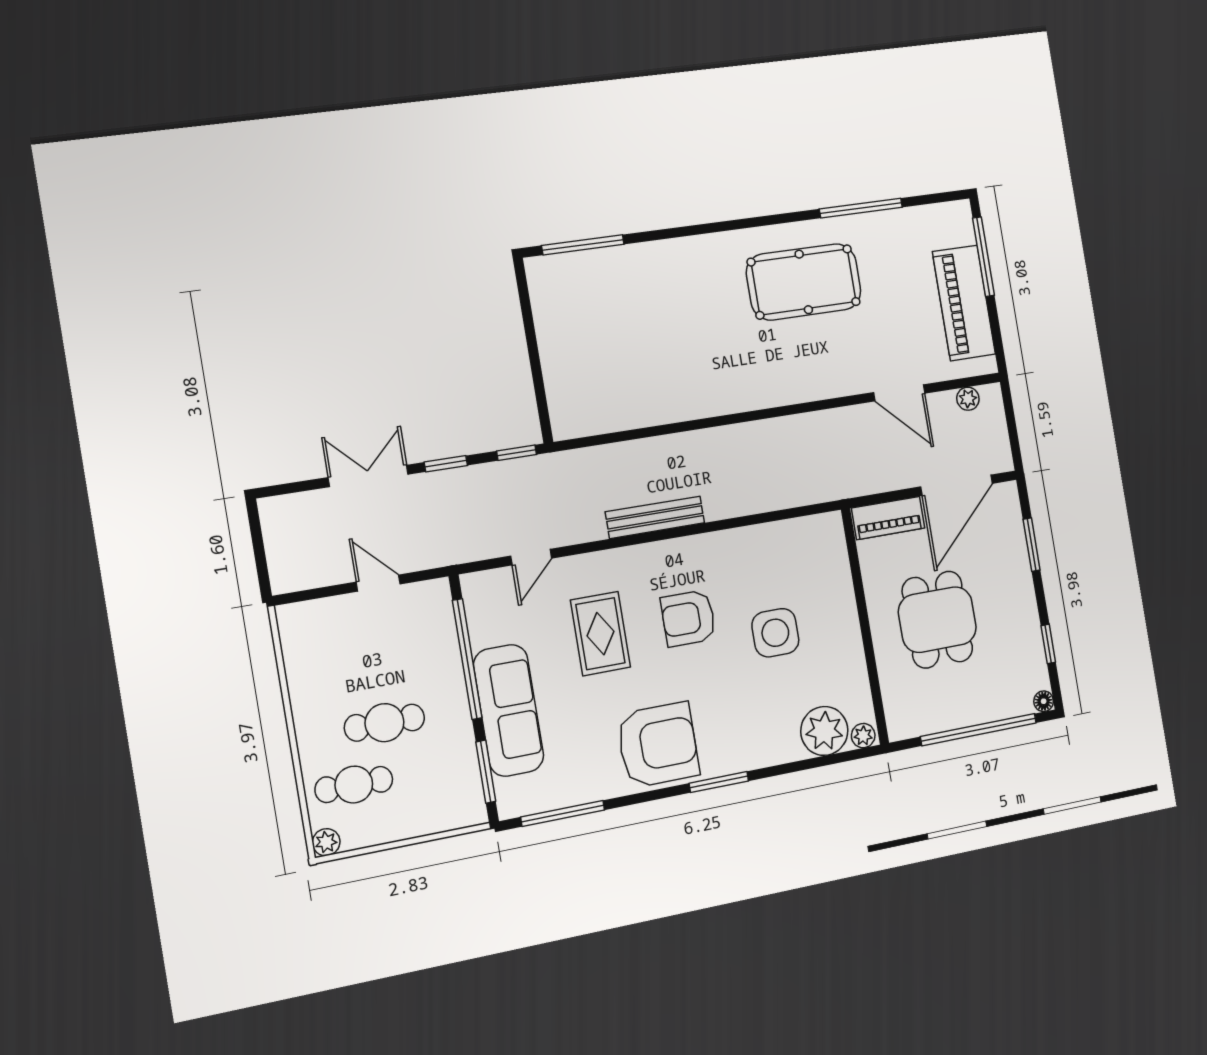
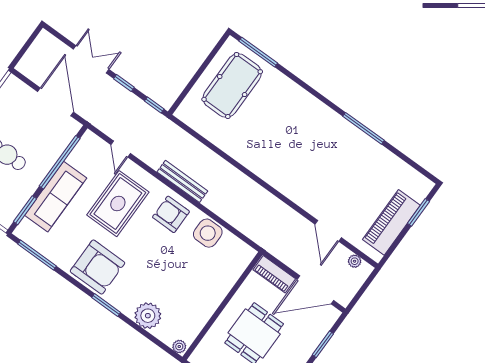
window: (861, 208) -> (364, 128), moved
window: (983, 257) -> (418, 212), width x0.69
pool table: (804, 282) -> (232, 86), moved, turned 90
door: (531, 557) -> (121, 149), hinge flipped
door: (378, 583) -> (56, 102), width x1.87
armchair: (688, 618) -> (171, 214), moved
side table: (775, 633) -> (208, 233), moved
rug: (600, 634) -> (118, 204), width x1.36, depth x1.43
plant: (824, 731) -> (148, 316), moved

